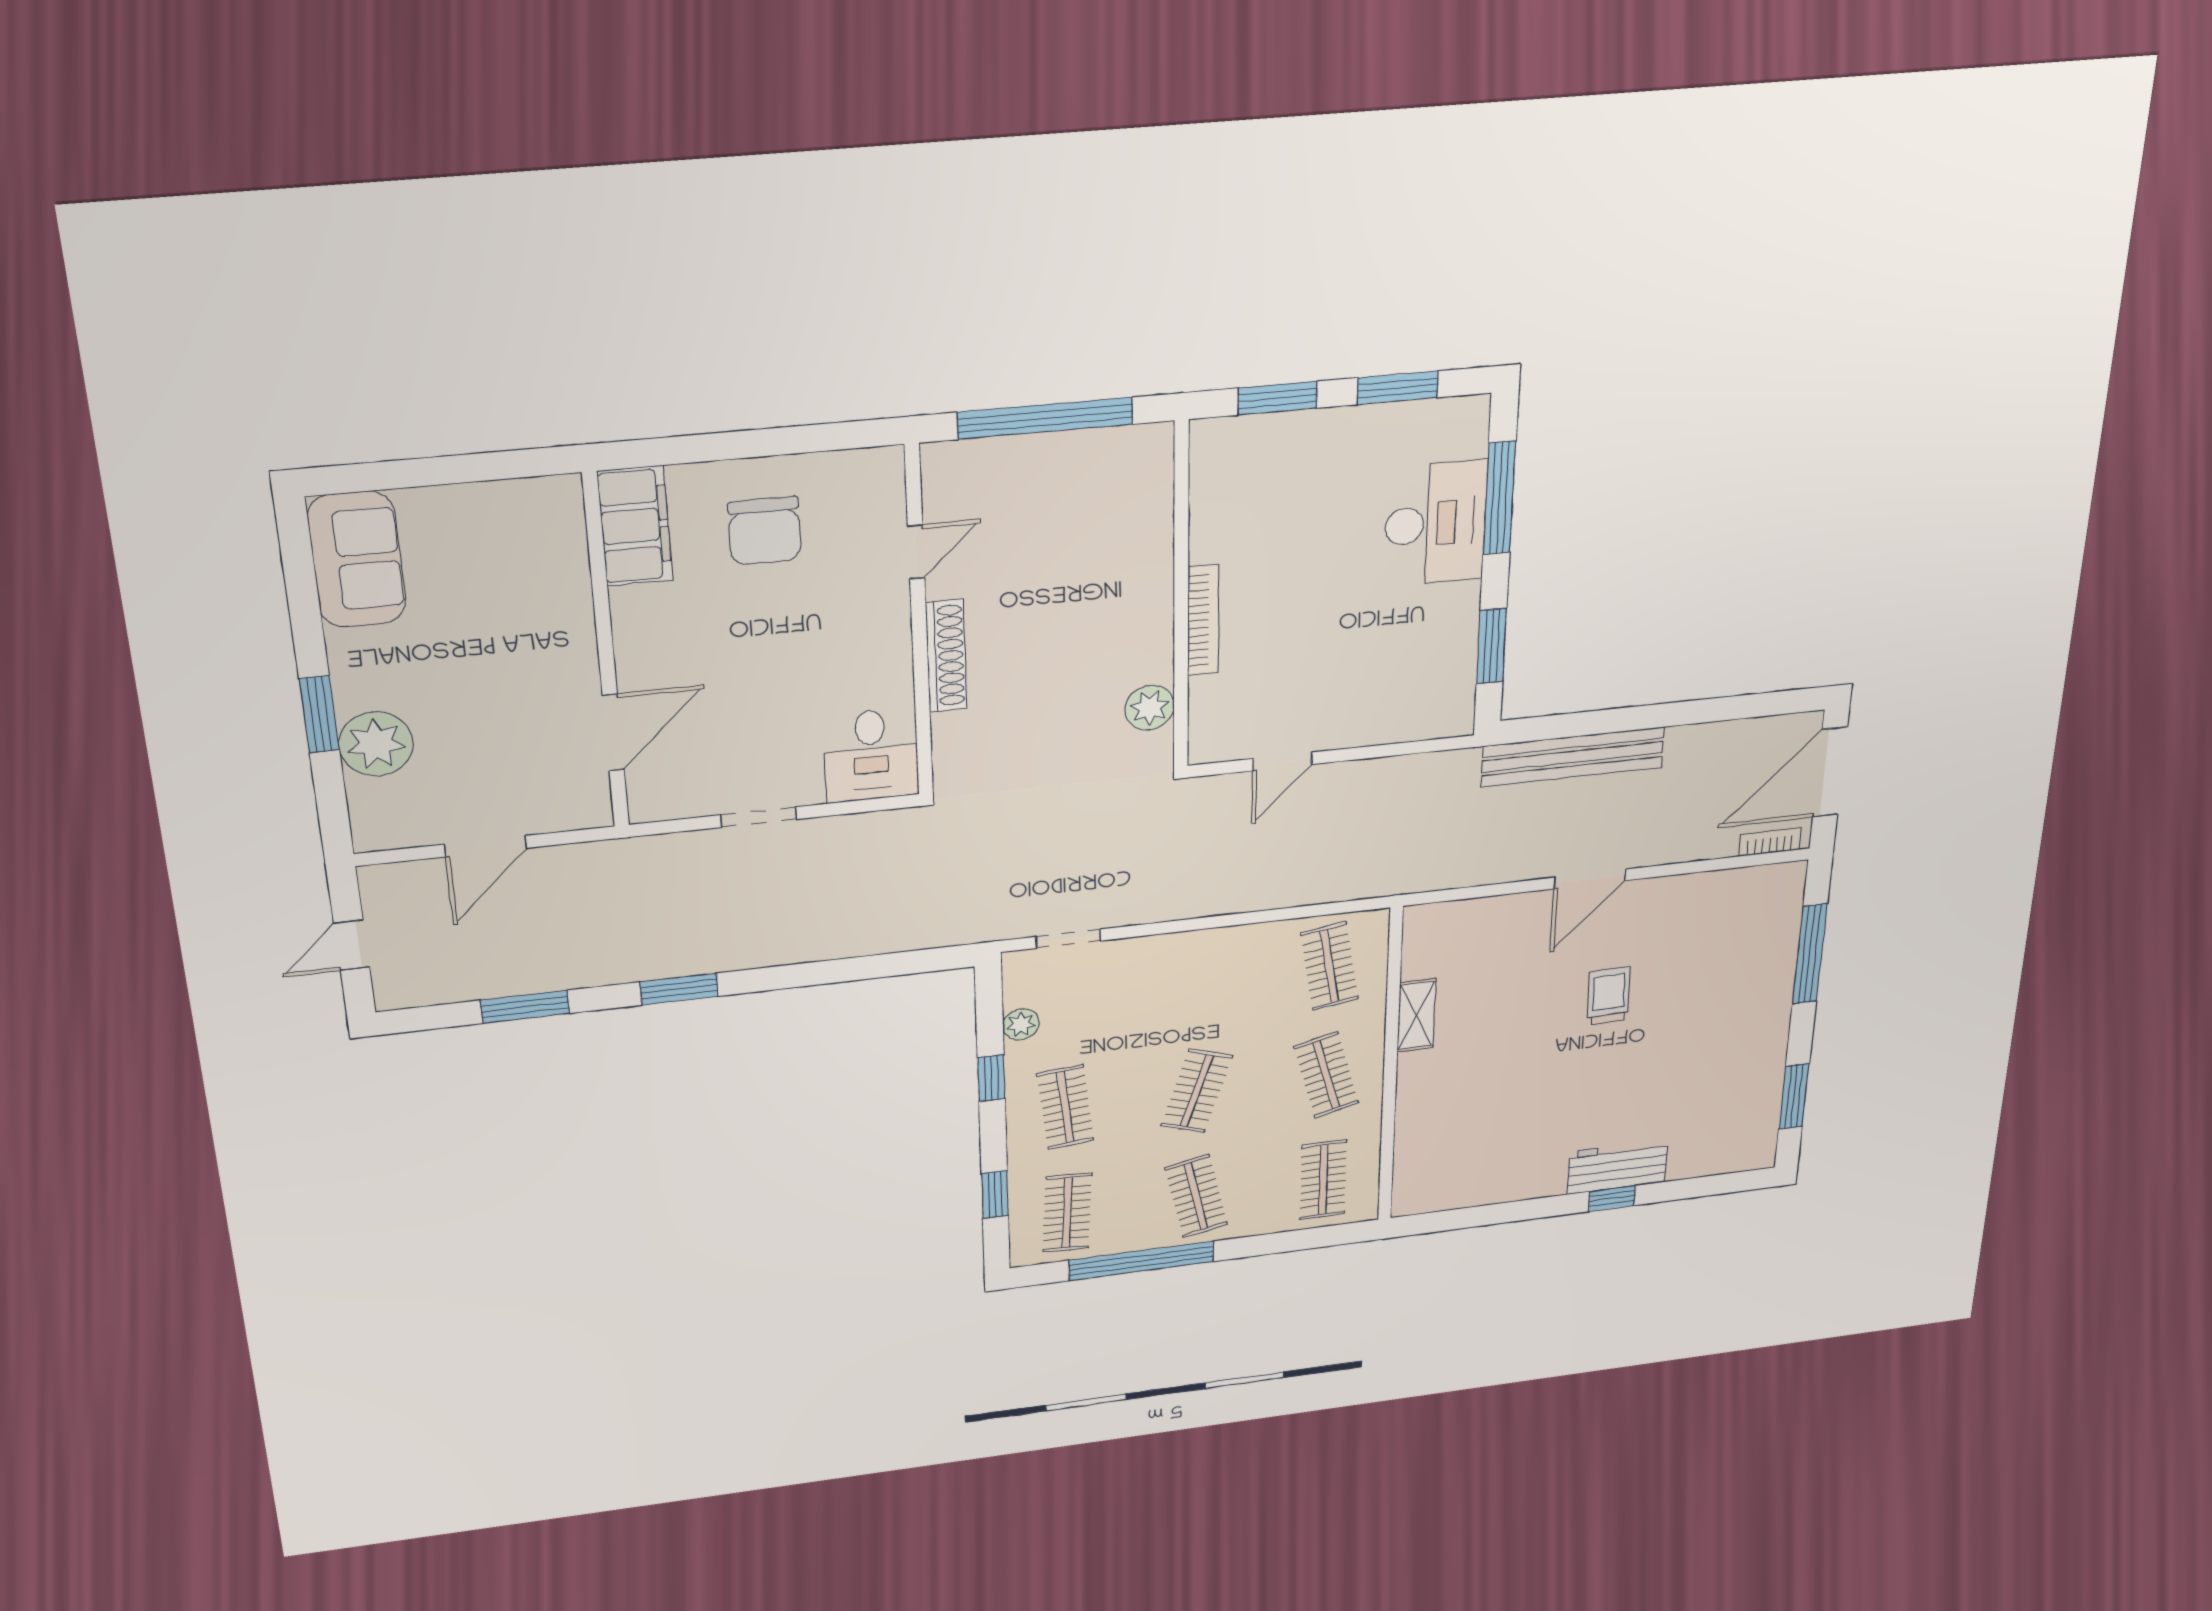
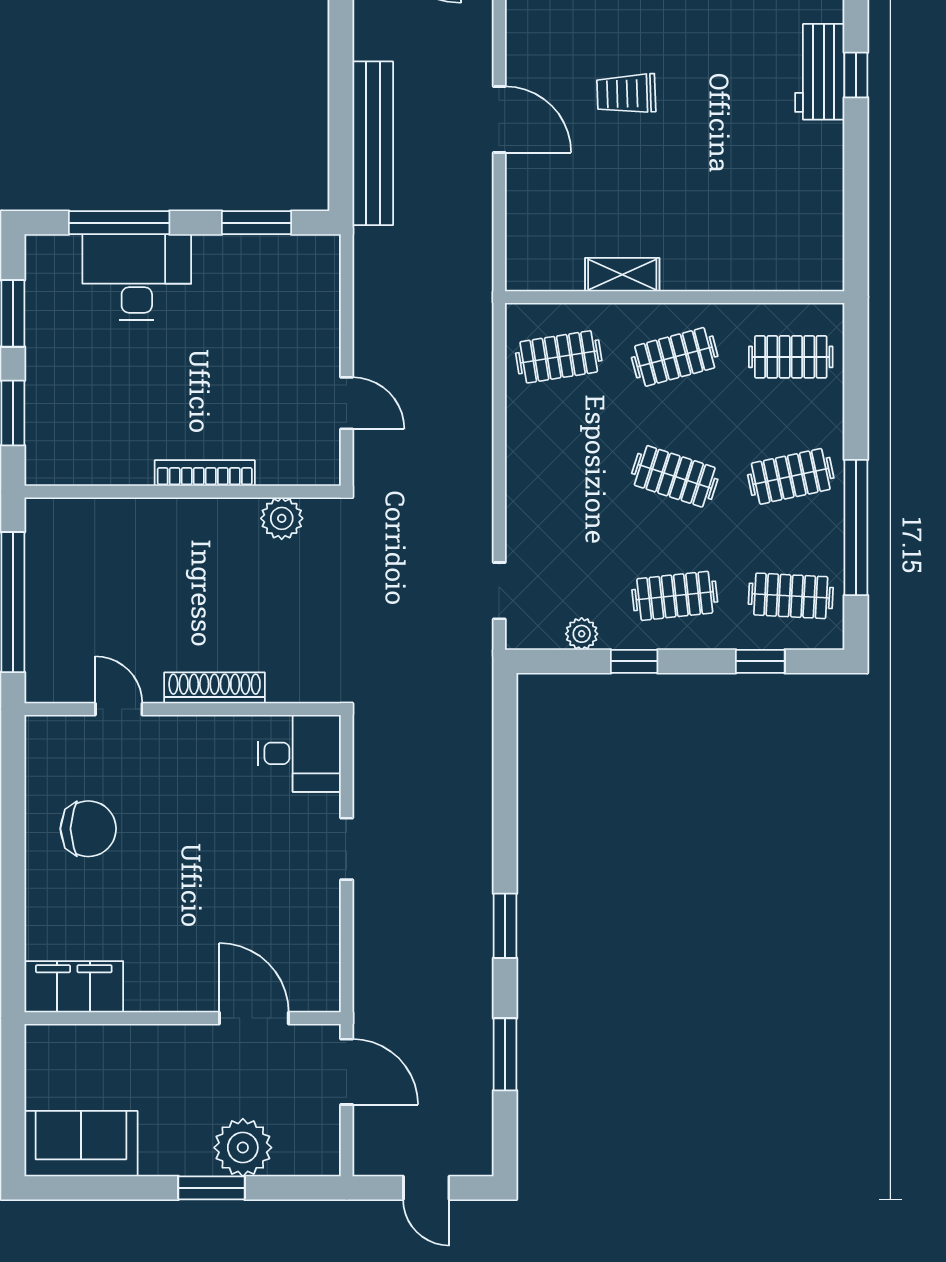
filing cabinet: (635, 526) -> (74, 987), moved
wall: (606, 654) -> (183, 1018), moved
door: (613, 732) -> (254, 1018), moved

